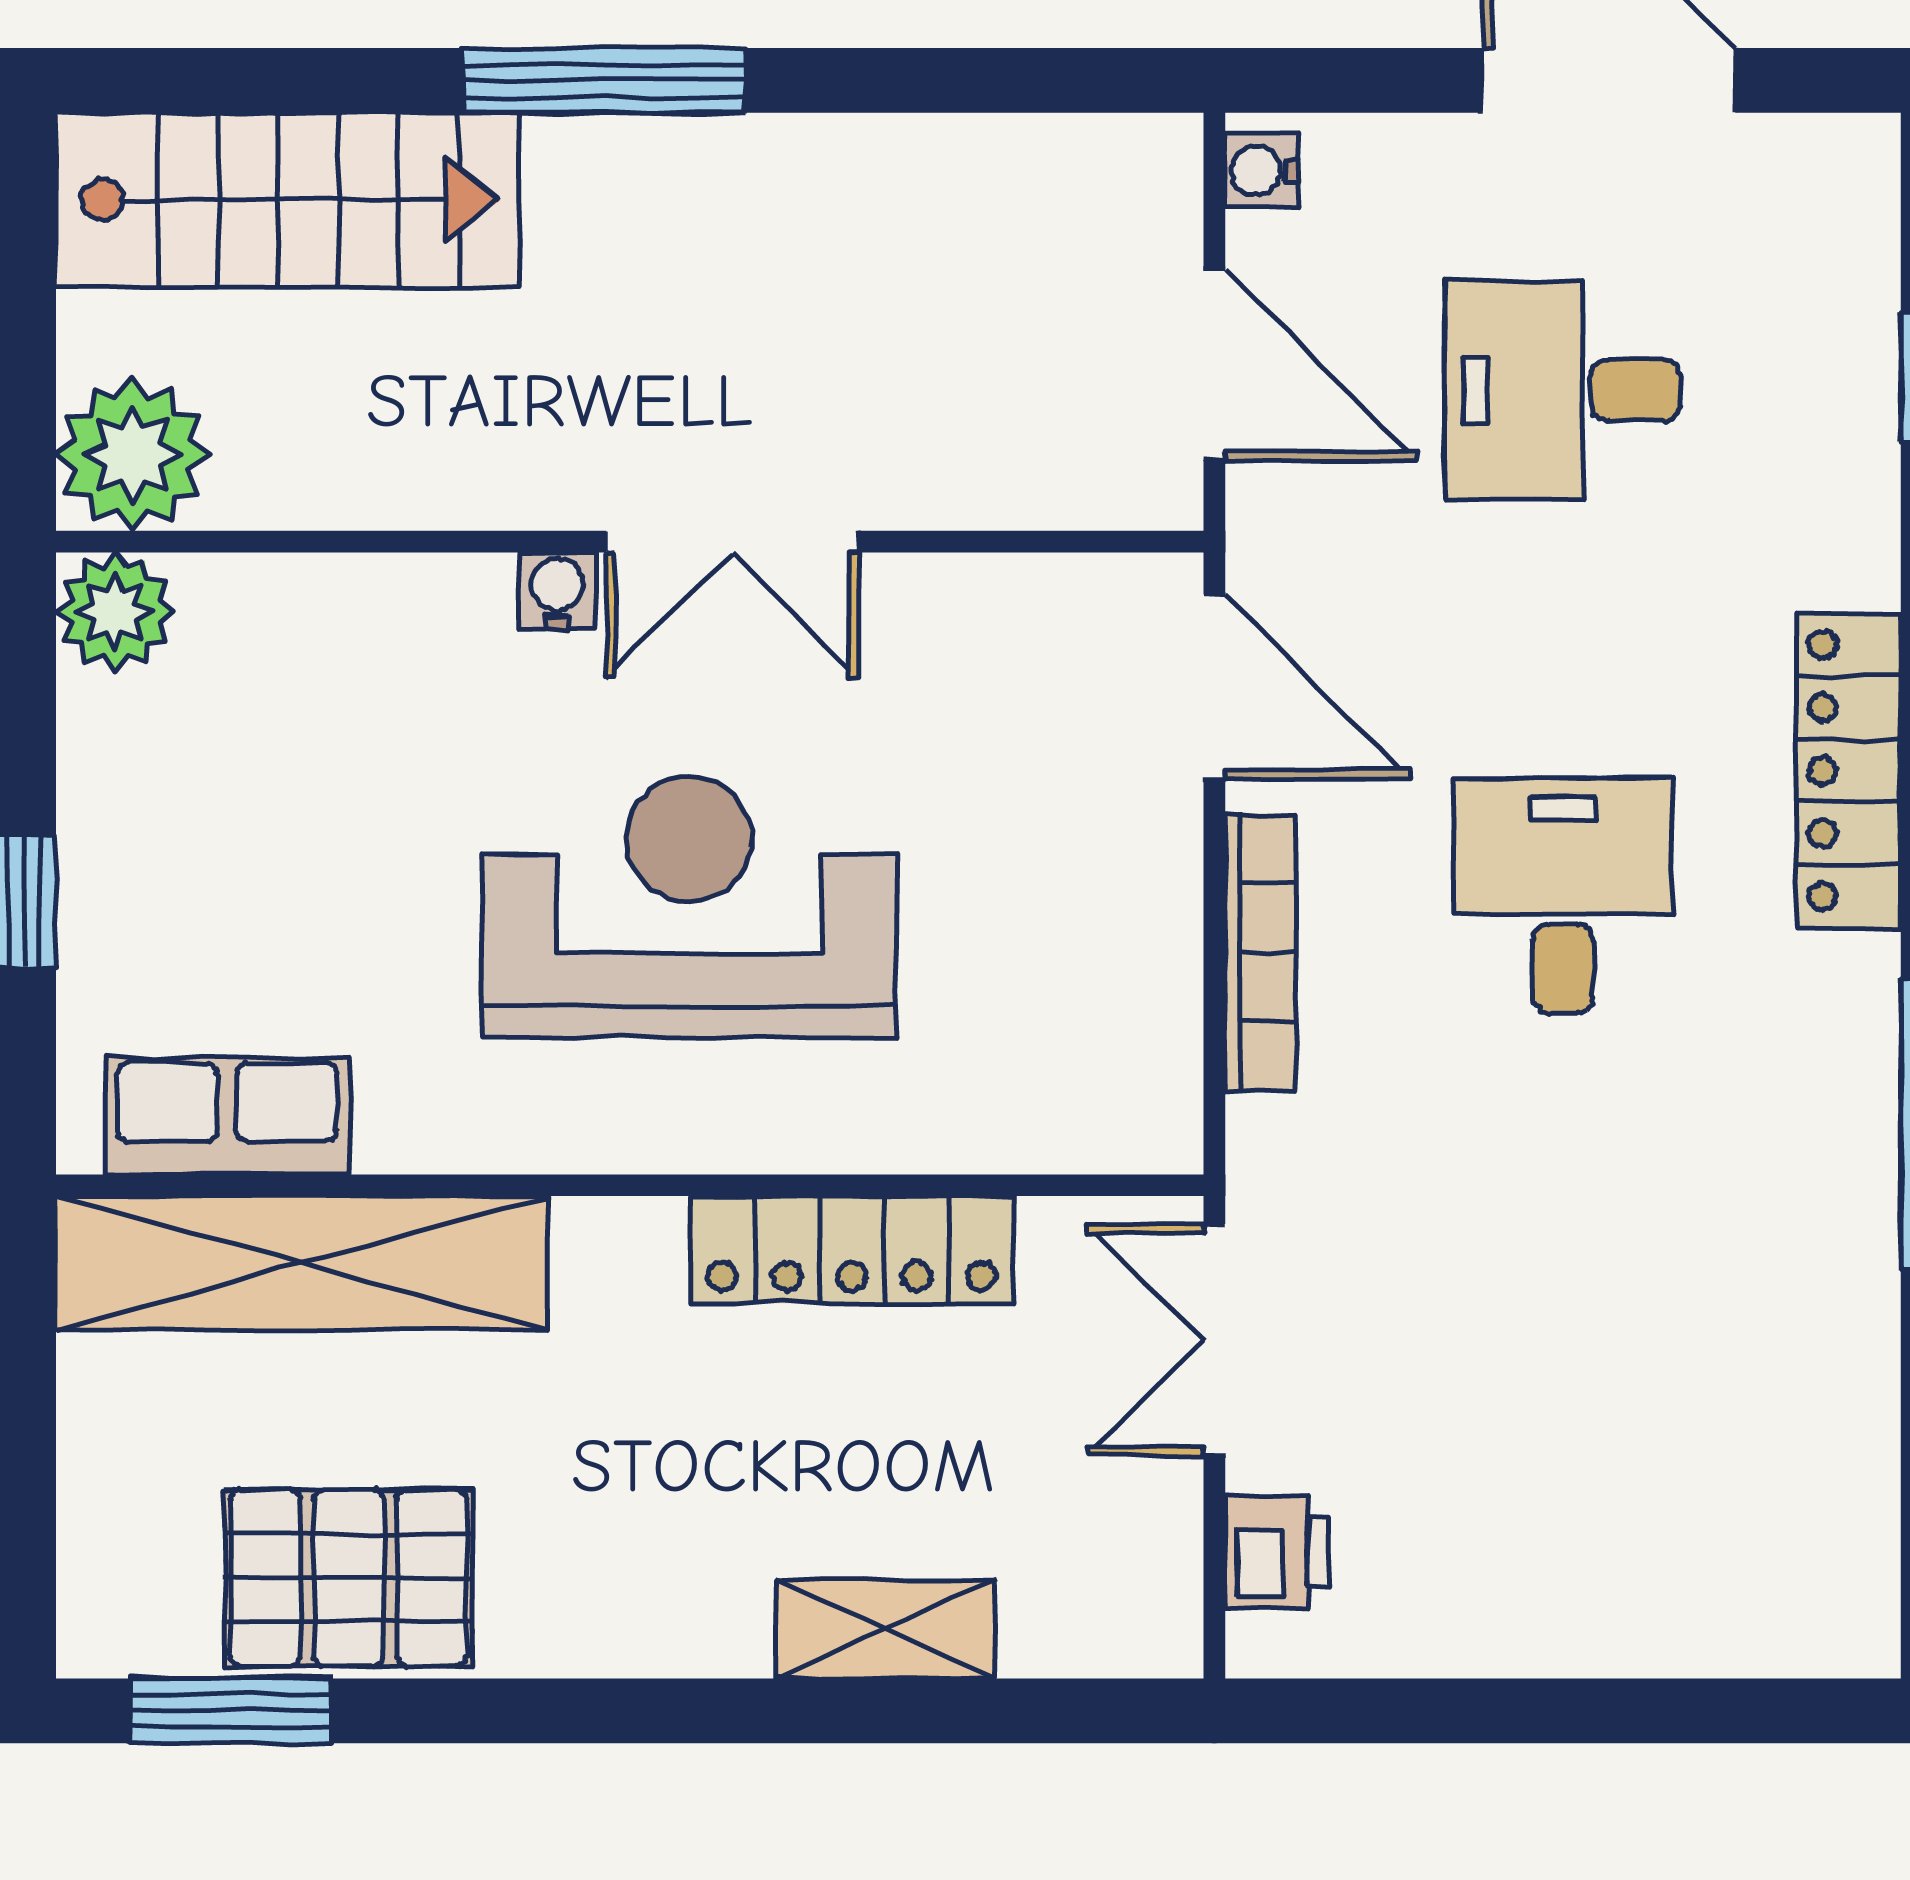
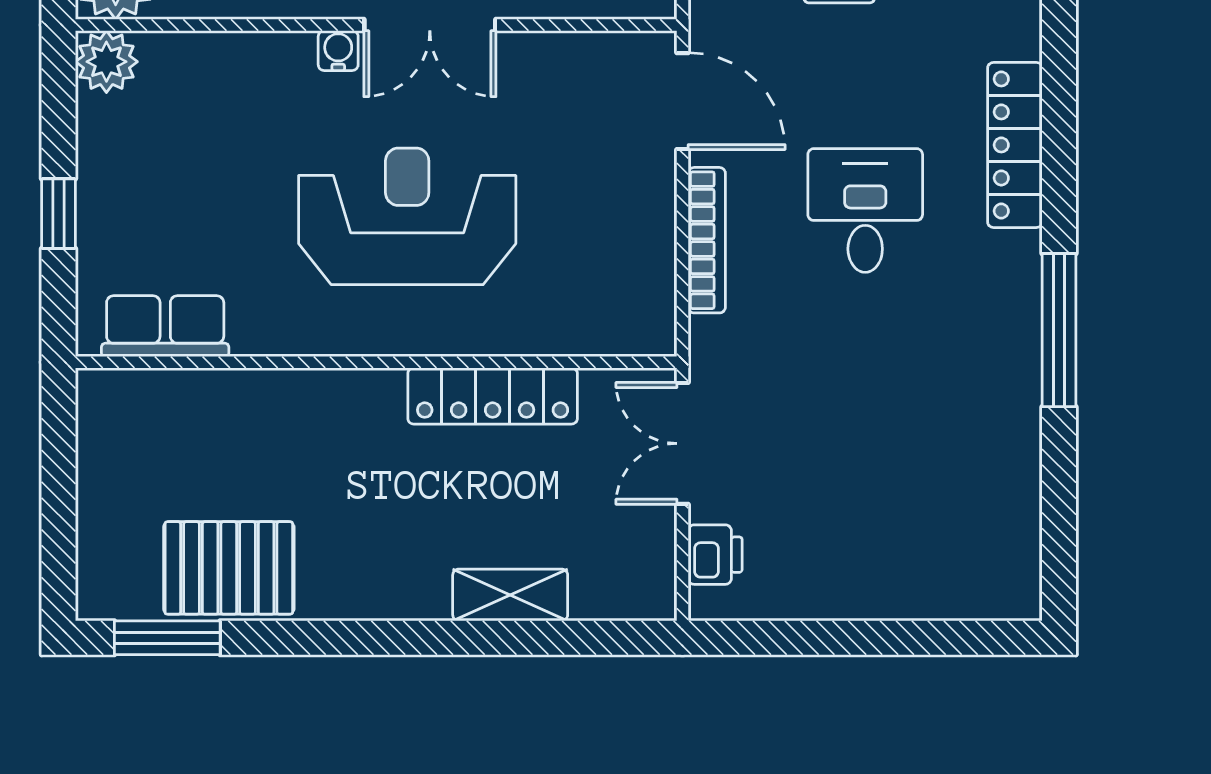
shelving: (302, 1263) -> (204, 403), removed

